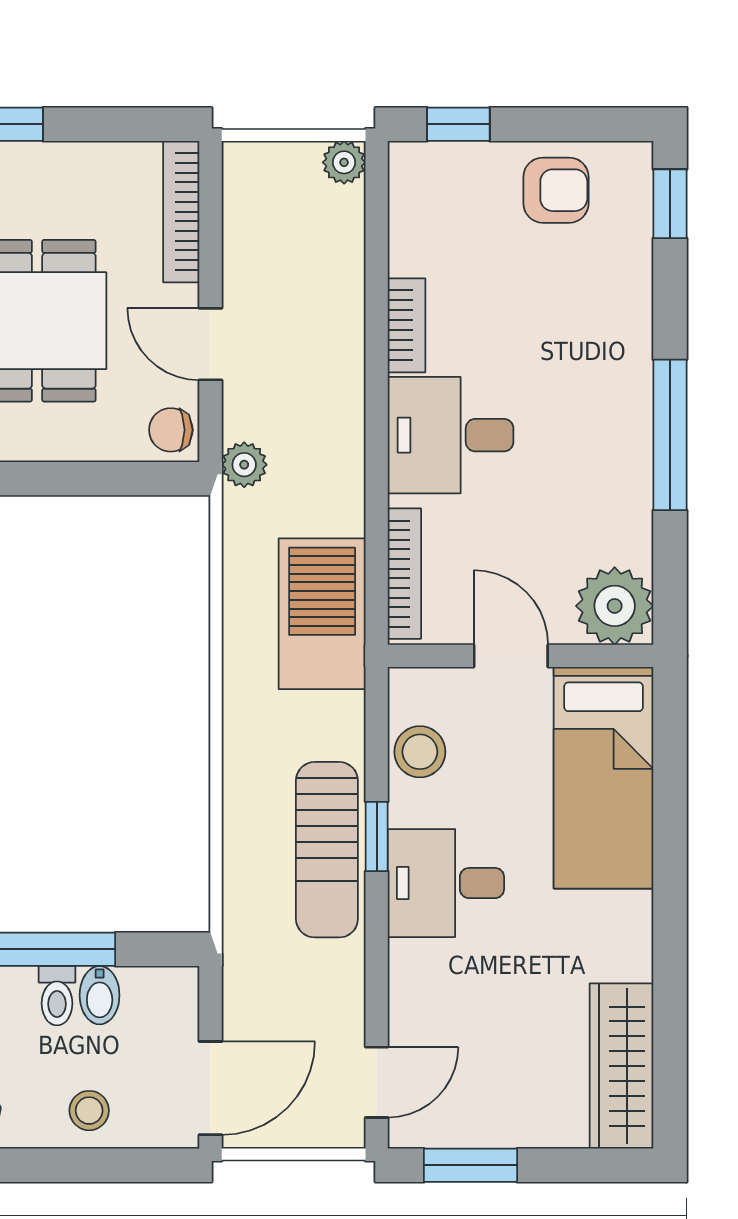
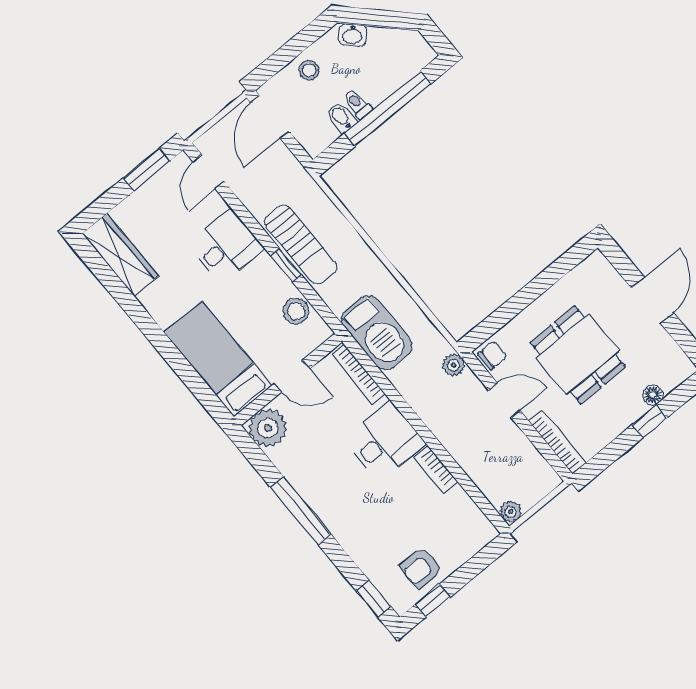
window: (458, 124) -> (433, 601), moved
sun lounger: (327, 850) -> (301, 244), turned 180
desk: (446, 883) -> (226, 246), moved

